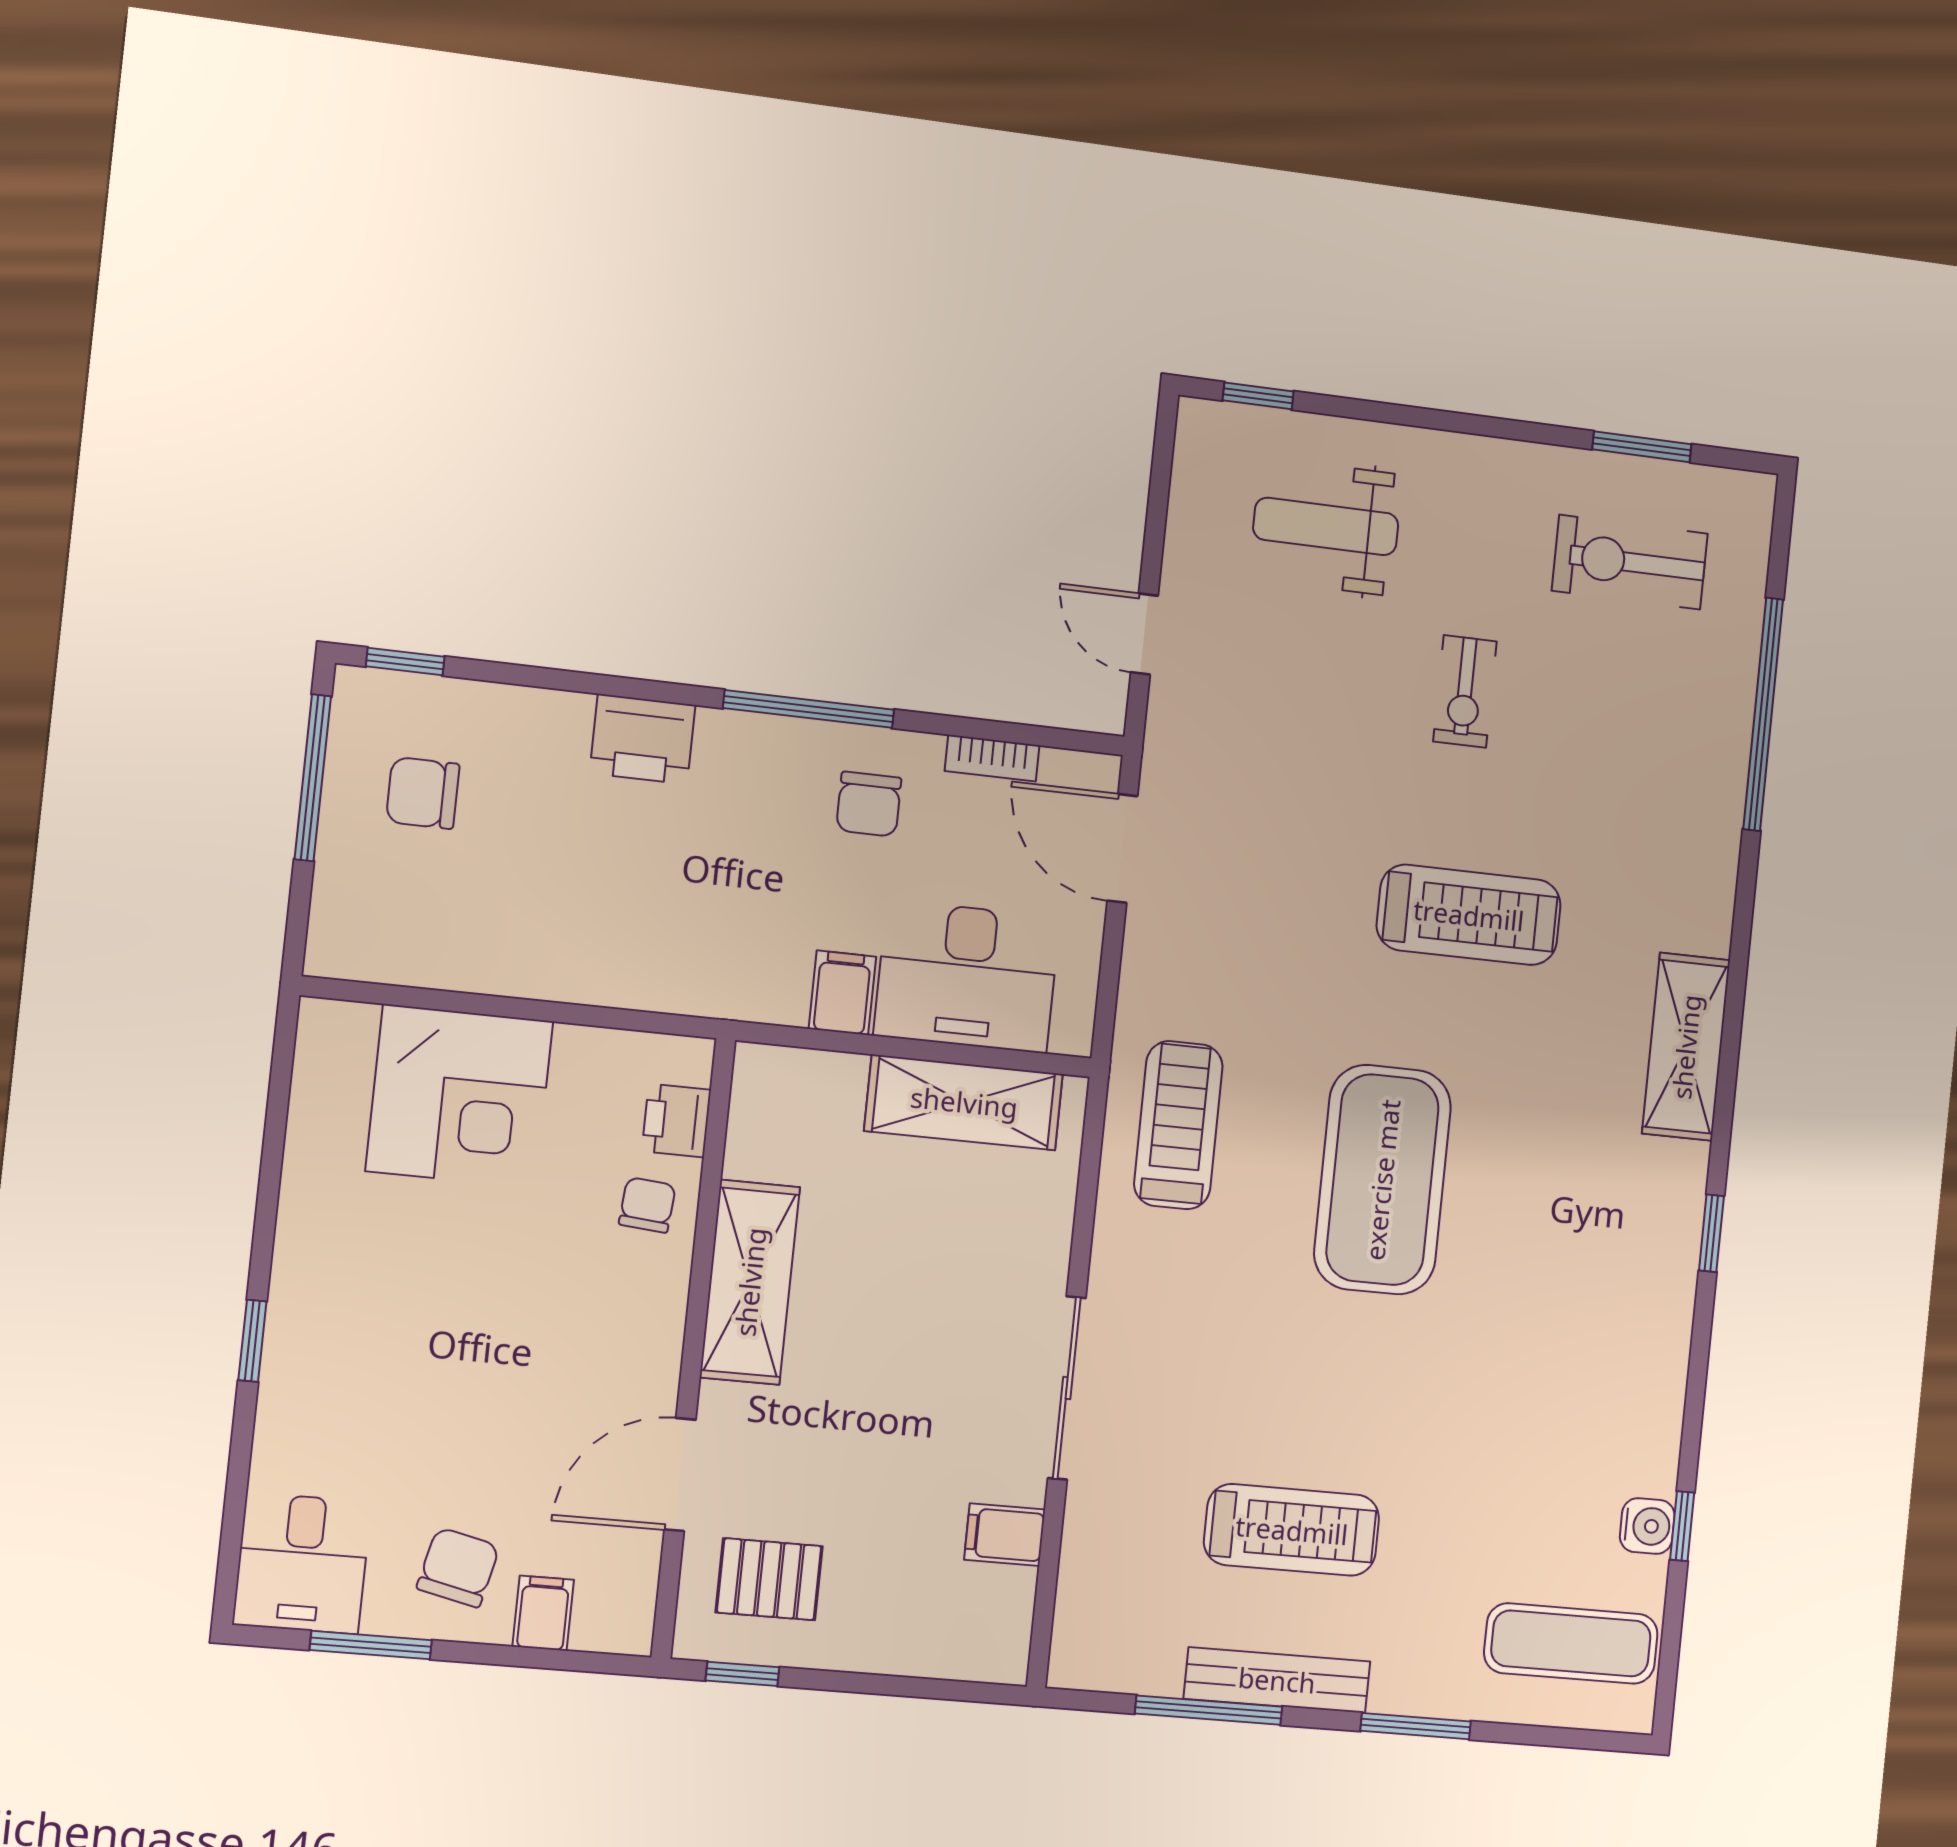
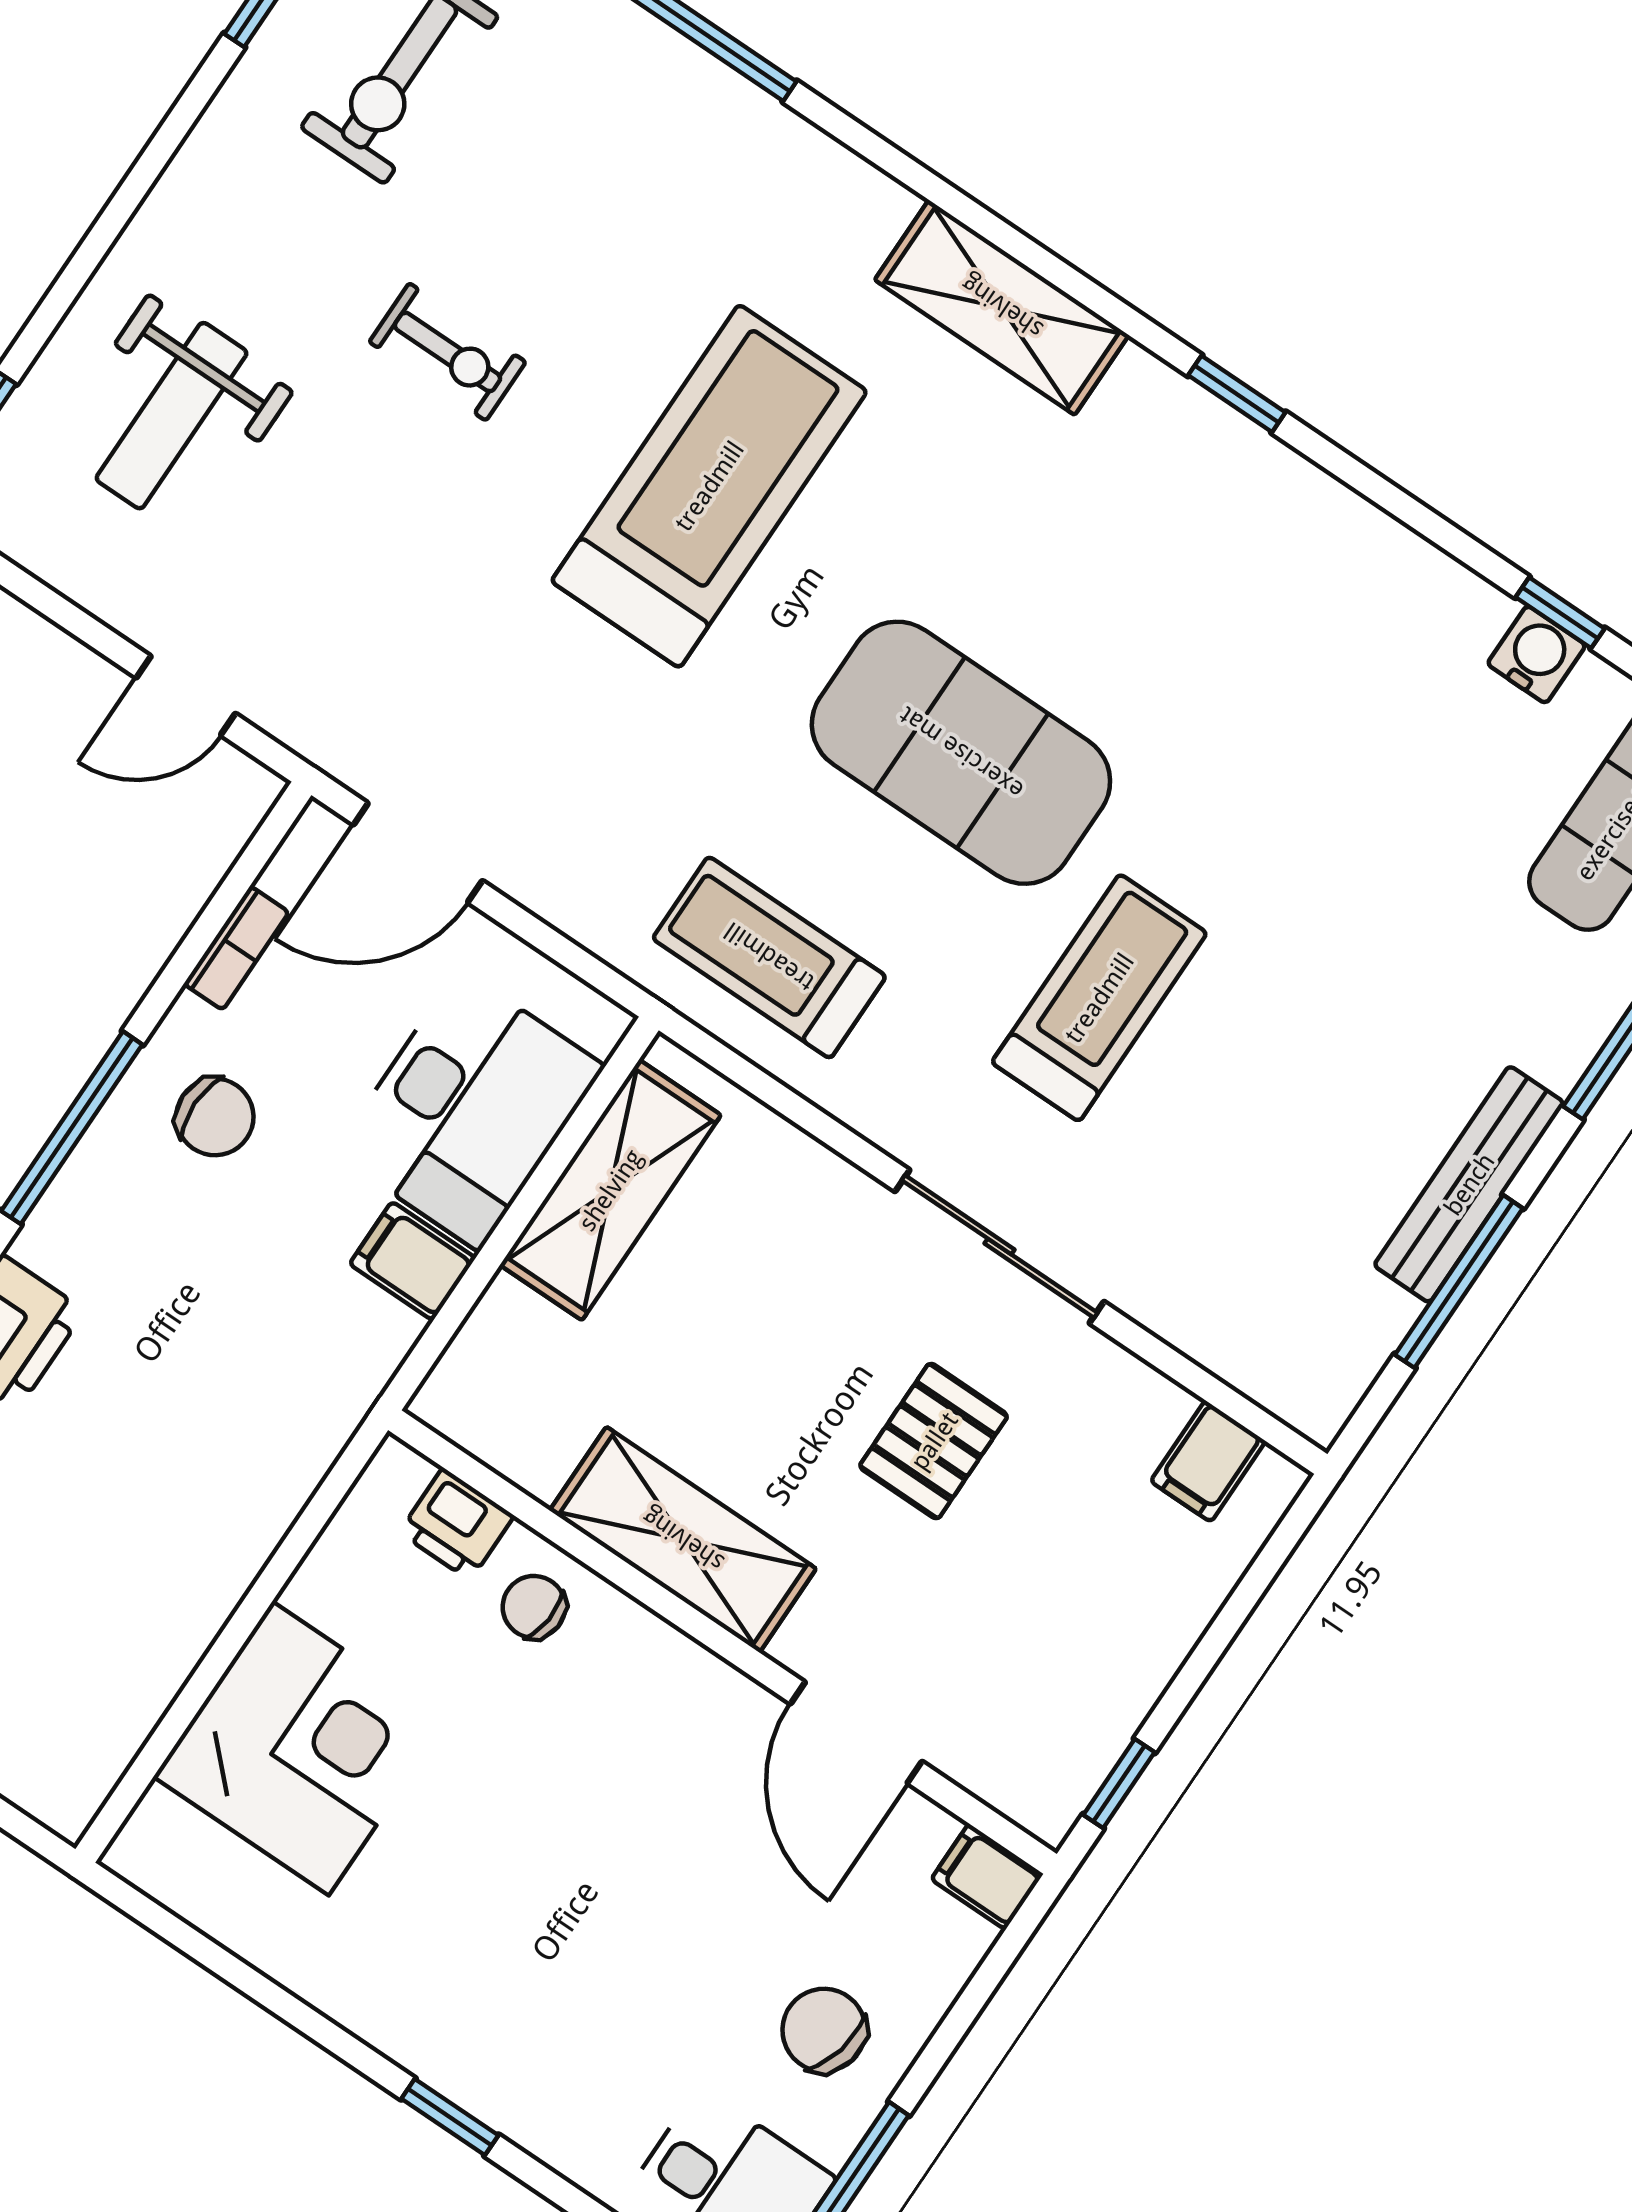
treadmill: (1469, 915) -> (709, 486), width x1.37, depth x1.38
treadmill: (1292, 1530) -> (1099, 998), moved
filing cabinet: (1005, 1535) -> (1208, 1461), moved
pallet: (769, 1579) -> (934, 1441), moved
filing cabinet: (543, 1613) -> (987, 1876), moved

